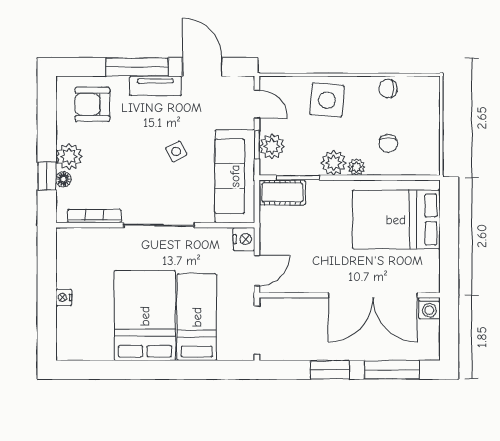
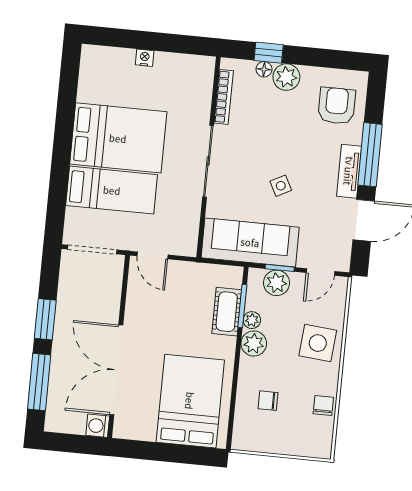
plant: (356, 167) -> (252, 320), moved
cot: (282, 192) -> (227, 312), moved
nightstand: (244, 239) -> (186, 245), removed

